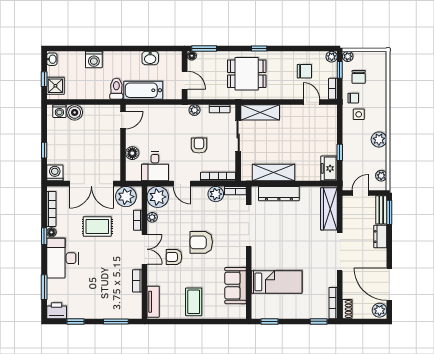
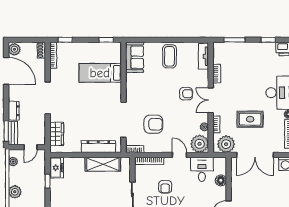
double door: (91, 184) -> (255, 155), swing flipped
plant: (216, 194) -> (151, 146), removed
wardrobe: (329, 209) -> (57, 134), width x0.67
armchair: (201, 242) -> (153, 124), moved
sofa: (236, 286) -> (135, 57), moved

